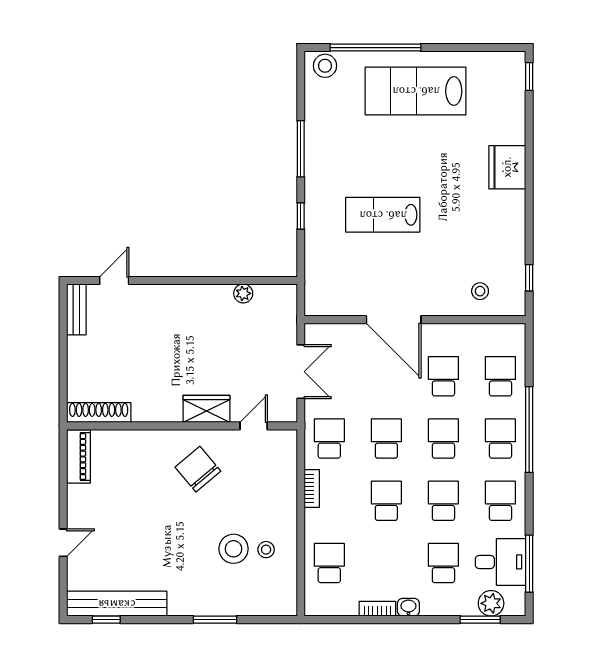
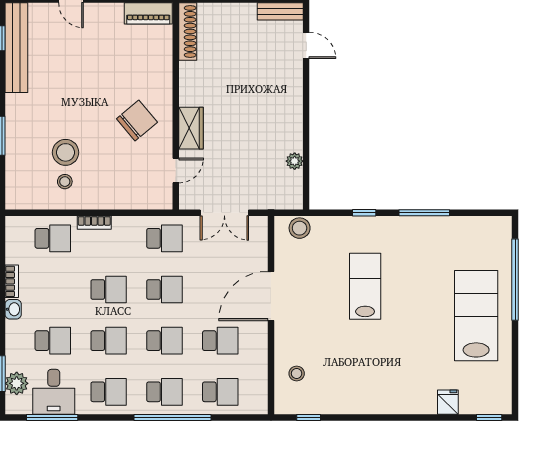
stool: (325, 66) -> (300, 228), moved
fridge: (507, 167) -> (448, 402), moved, width x0.53, depth x0.75
door: (254, 426) -> (176, 170), hinge flipped
bookcase: (312, 489) -> (94, 223), moved

